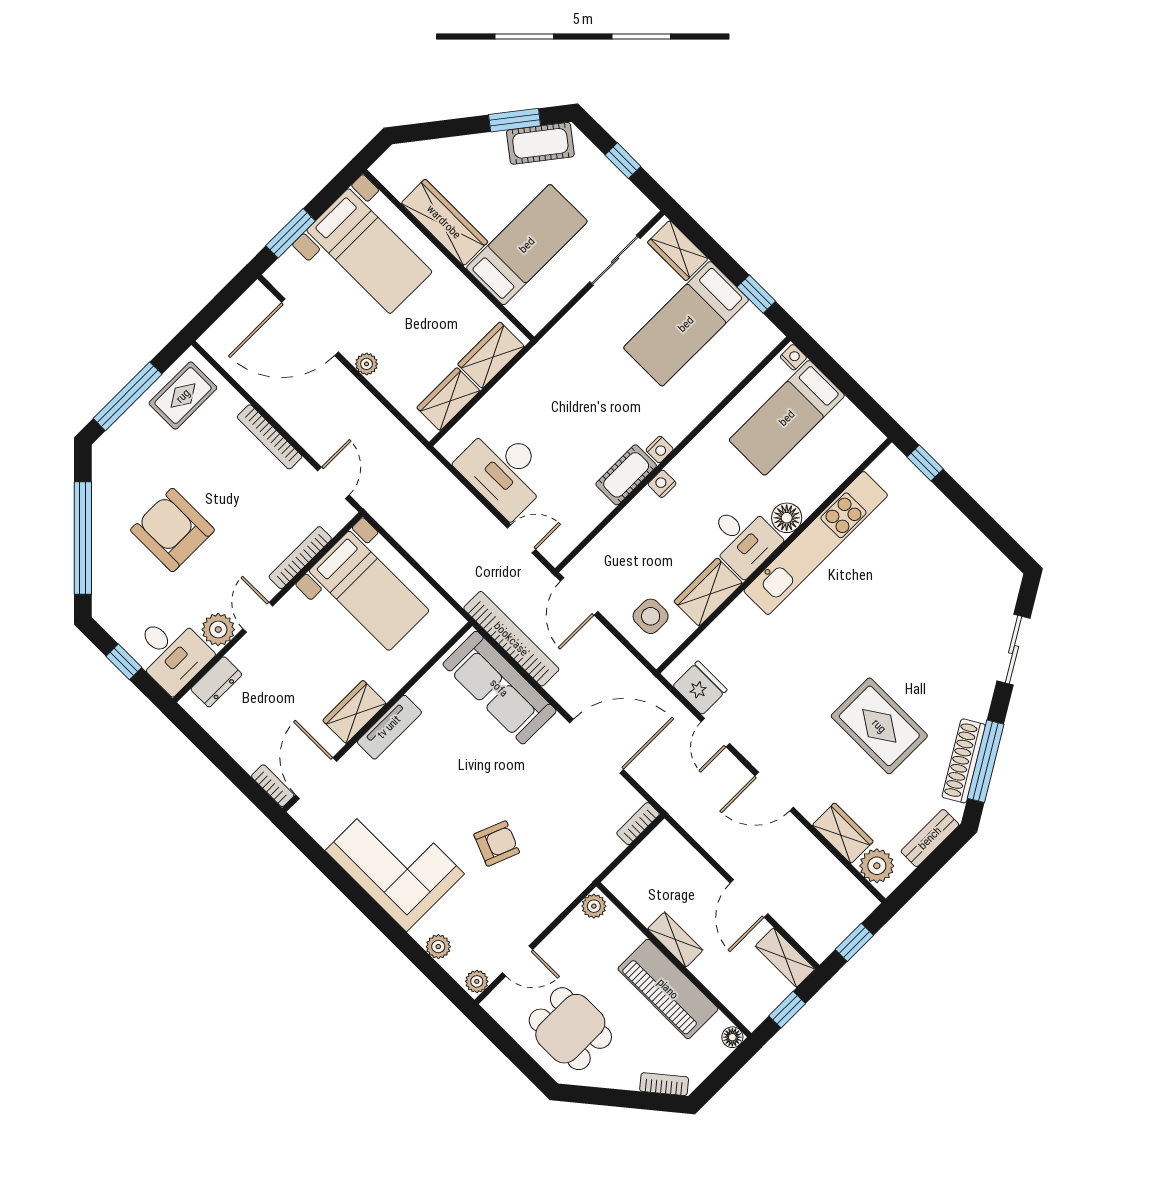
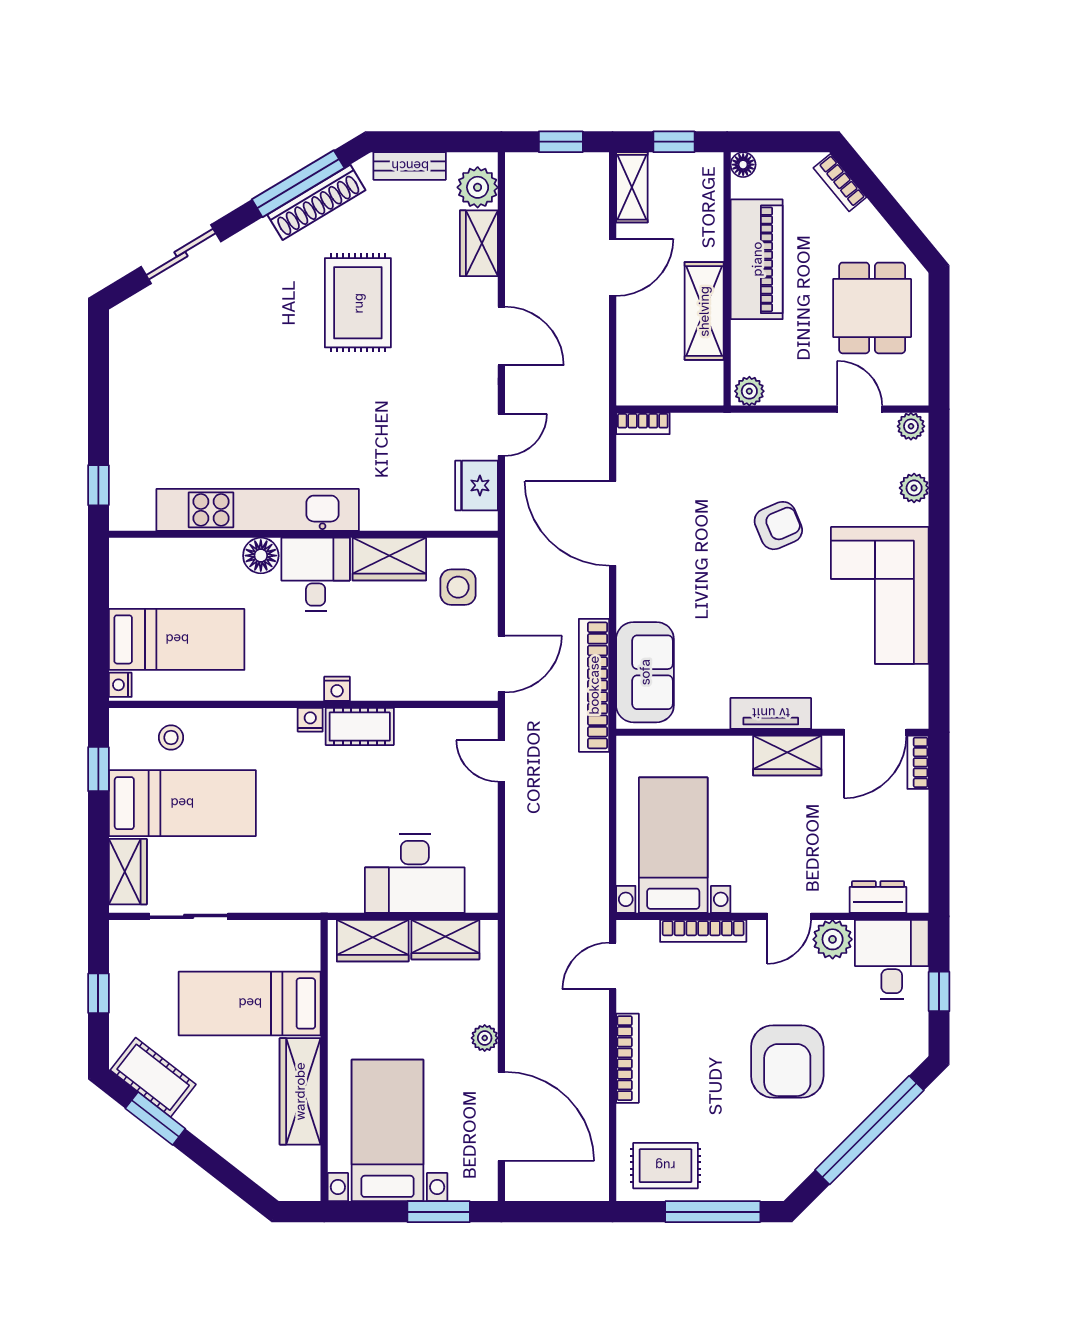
stool: (732, 356) -> (171, 737), added
desk: (504, 471) -> (415, 874), moved, turned 90
sofa: (499, 688) -> (645, 672), width x0.73
armchair: (497, 843) -> (778, 526), turned 135
shelving: (675, 940) -> (704, 311), width x1.50, depth x1.33

